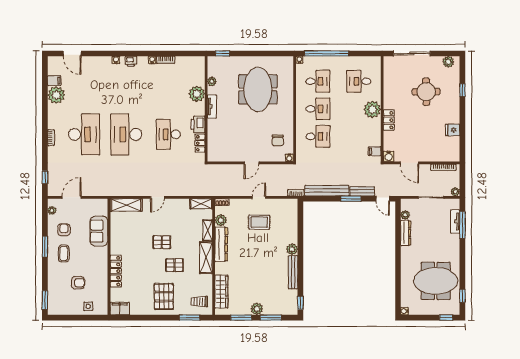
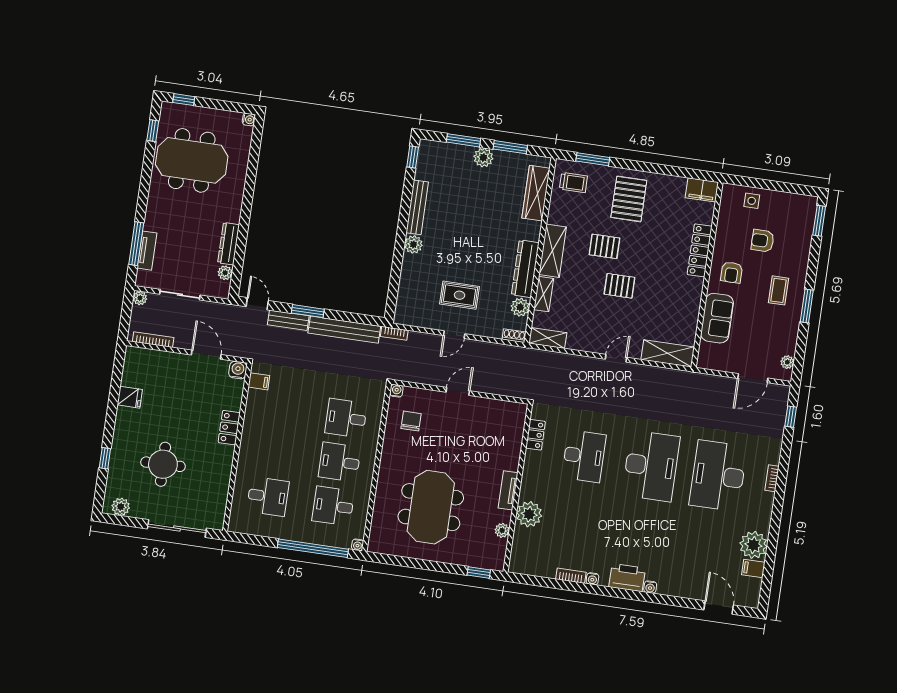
printer: (131, 61) -> (627, 578), width x1.87, depth x1.48
plant: (372, 110) -> (253, 448), removed
printer: (198, 124) -> (534, 465), removed
armchair: (64, 230) -> (732, 272), moved

